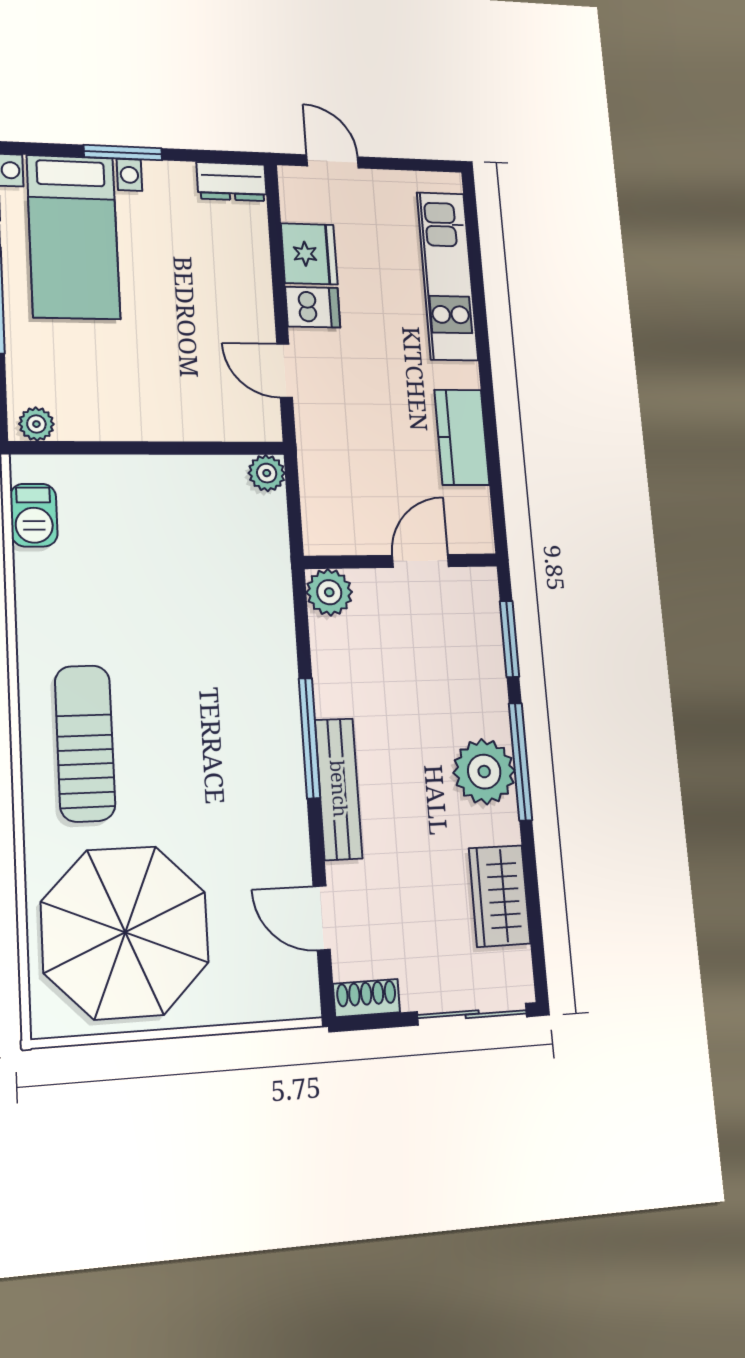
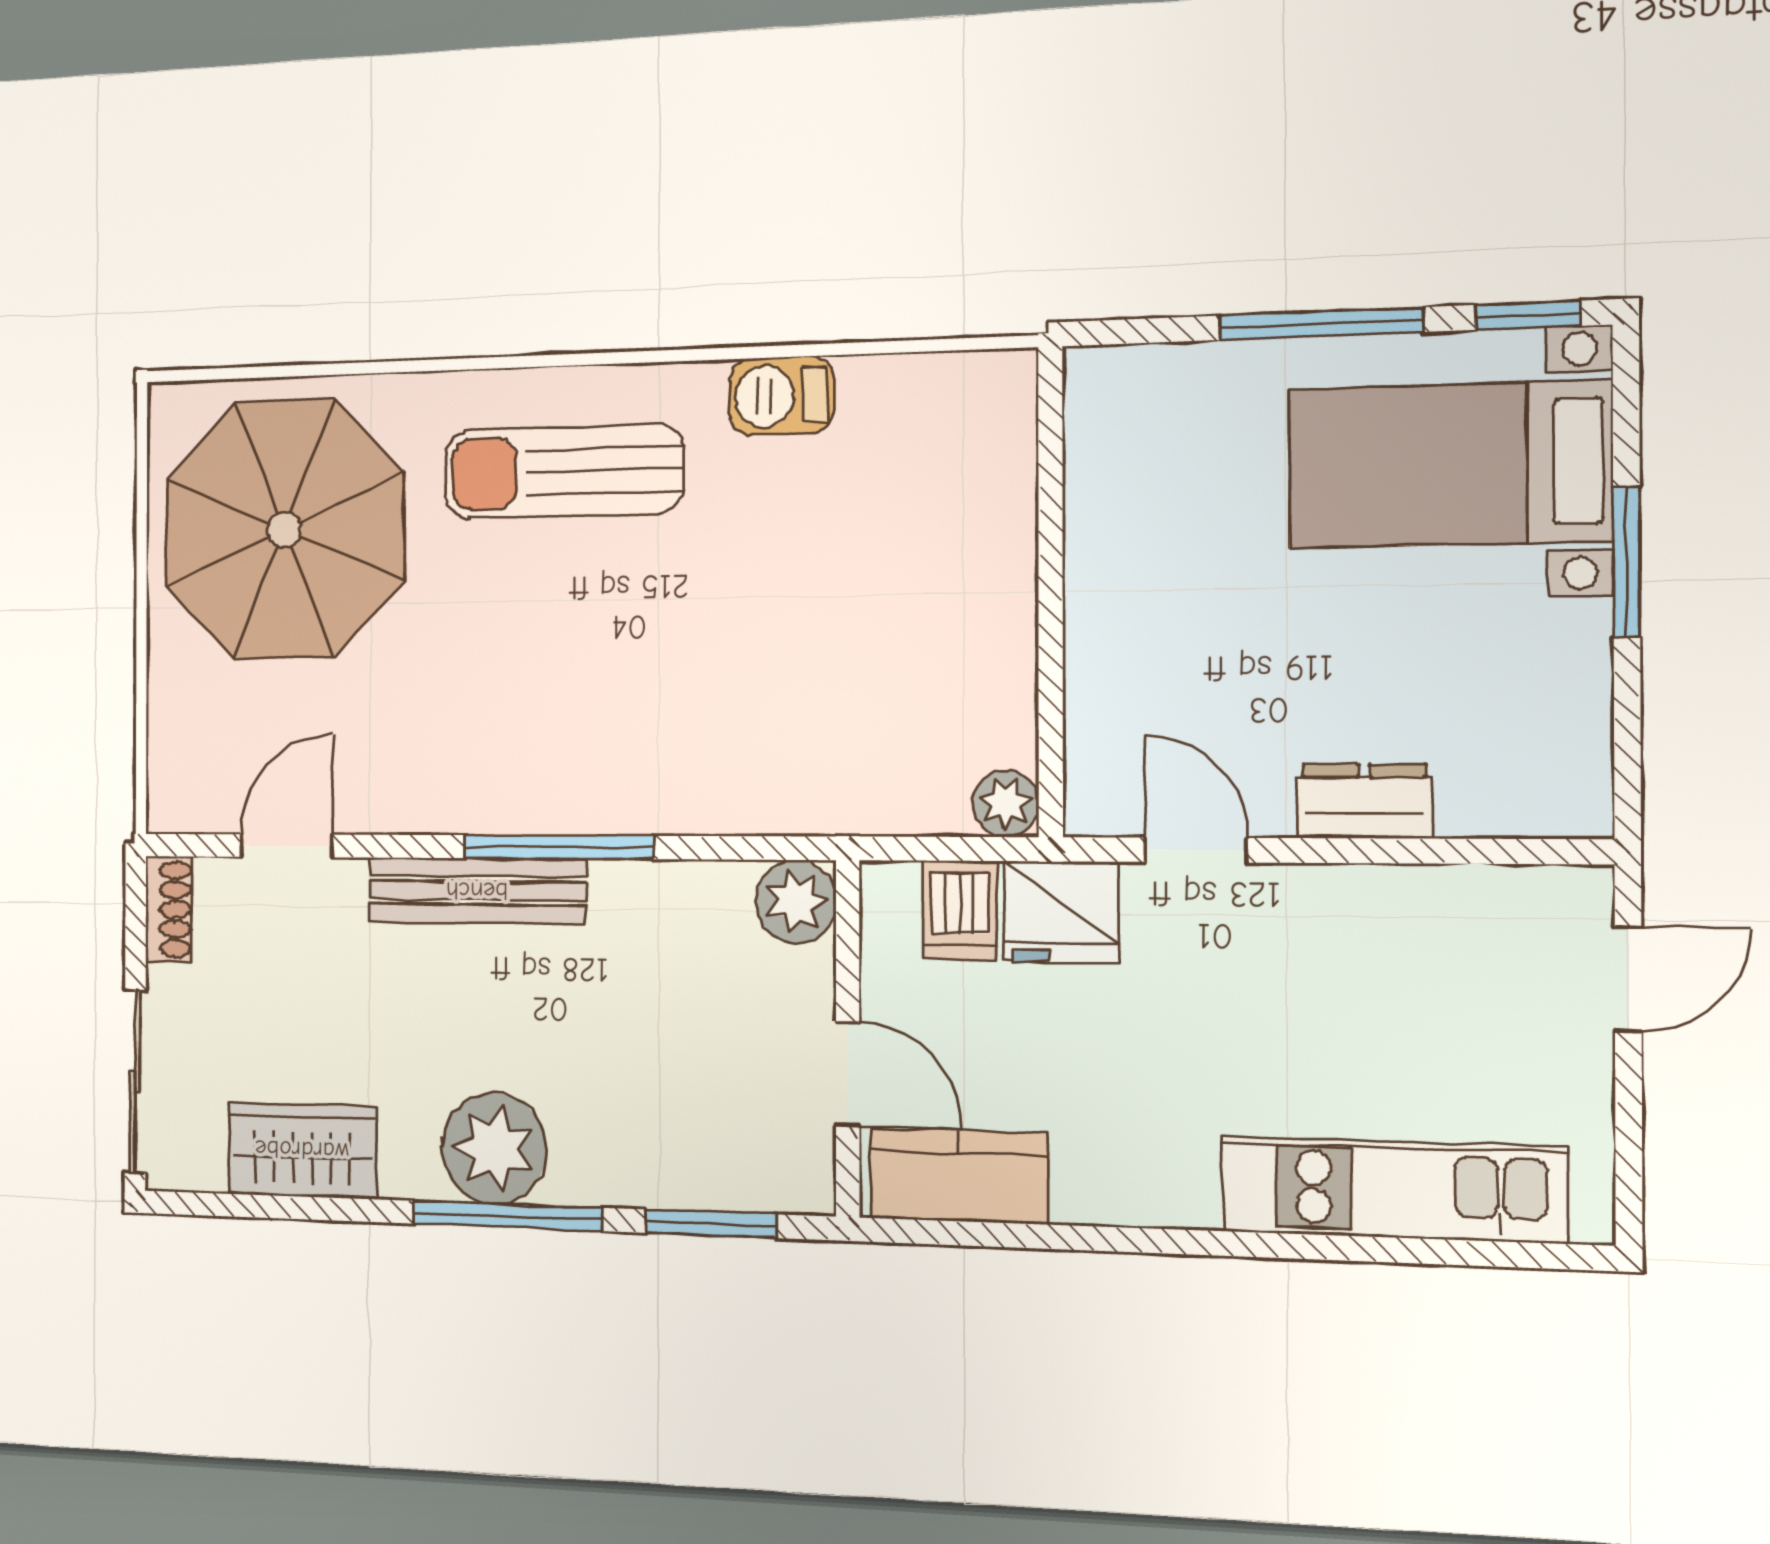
dresser: (232, 182) -> (1364, 801), moved, turned 90
fridge: (309, 254) -> (1061, 912), moved
dishwasher: (313, 307) -> (960, 910), moved
door: (285, 371) -> (1196, 850), hinge flipped
plant: (36, 424) -> (1093, 395), removed
kitchen counter: (462, 437) -> (958, 1176), moved
barbecue: (34, 515) -> (781, 396), moved
sun lounger: (85, 743) -> (563, 472), turned 180

